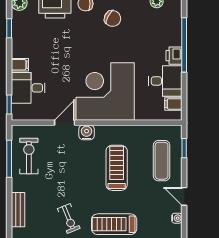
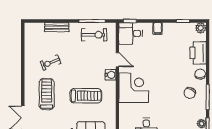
desk: (28, 88) -> (131, 33), moved, turned -90
corner desk: (105, 91) -> (134, 88), width x0.74, depth x0.74

